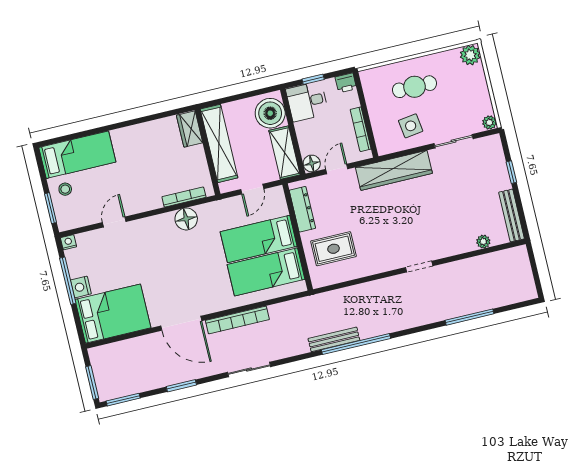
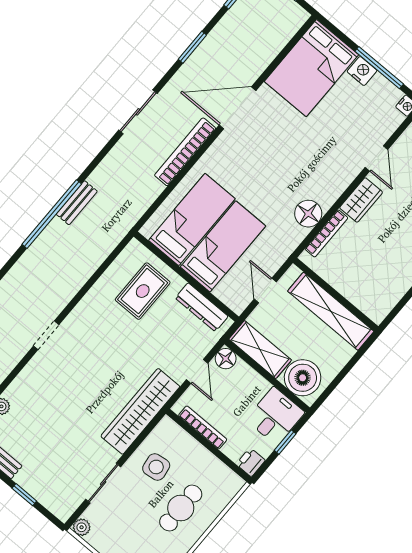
wardrobe: (190, 129) -> (361, 200), moved, turned 90
bench: (334, 339) -> (77, 203), width x0.73

